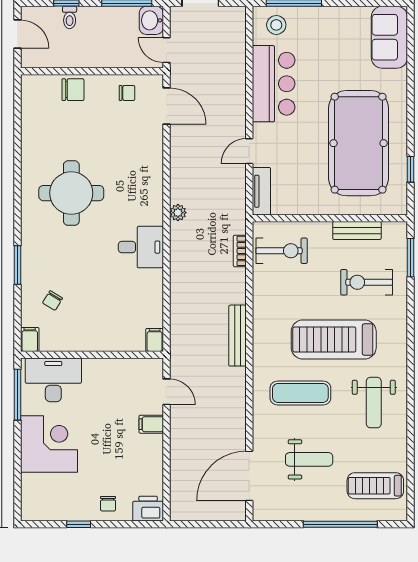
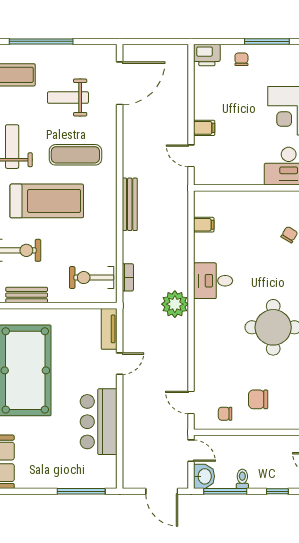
toilet: (70, 17) -> (242, 479), moved
stool: (276, 25) -> (96, 472), removed
chair: (73, 90) -> (258, 399), moved
door: (166, 106) -> (191, 402), width x0.73
plant: (178, 213) -> (175, 304), width x1.87, depth x1.87
filing cabinet: (155, 340) -> (204, 225), moved, turned -90
window: (79, 524) -> (267, 41), width x2.17

